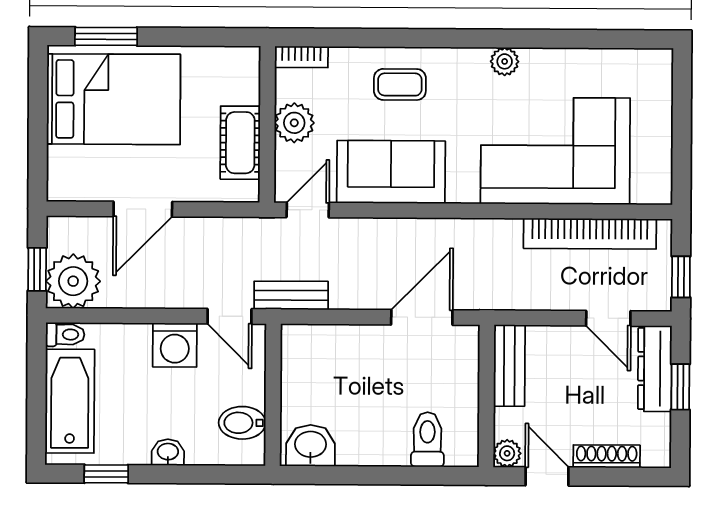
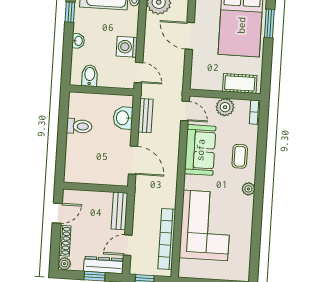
plant: (505, 61) -> (248, 189), moved
cot: (240, 143) -> (240, 83), moved
bench: (291, 295) -> (146, 116), moved
door: (230, 316) -> (139, 73), swing flipped
bench: (509, 366) -> (119, 211), moved, turned 90
toilet: (427, 439) -> (79, 126), moved
washbasin: (311, 445) -> (123, 118), moved, turned 180
plant: (507, 453) -> (64, 264), moved

